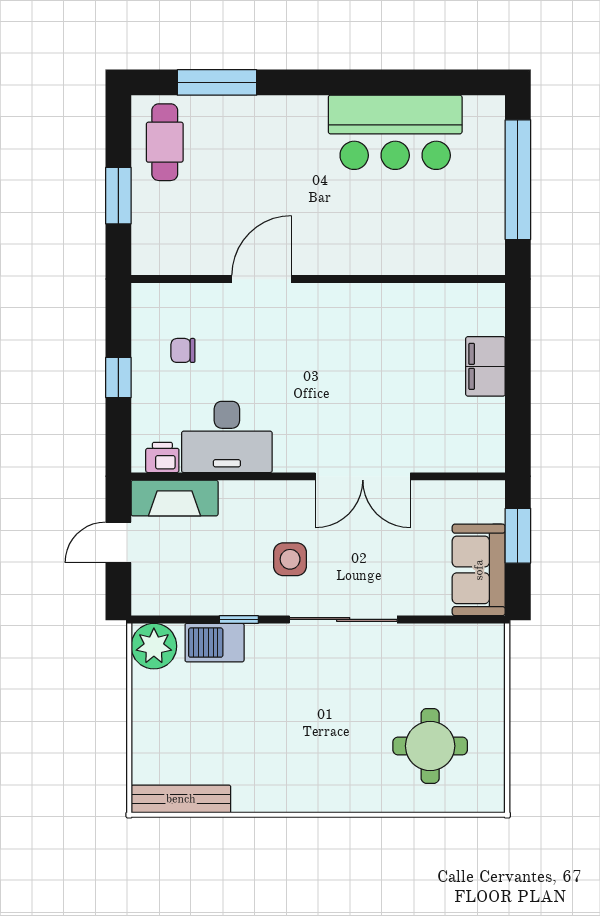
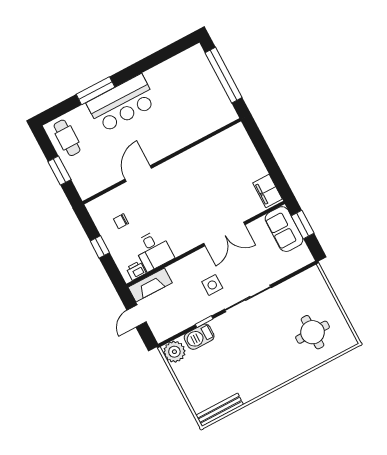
window: (217, 82) -> (95, 91), moved
bar counter: (395, 132) -> (122, 104), moved
filing cabinet: (485, 366) -> (267, 191), moved
desk: (227, 437) -> (153, 250), width x0.73
sofa: (479, 570) -> (284, 229), moved

